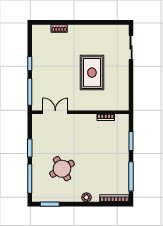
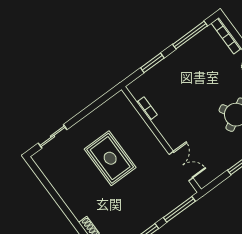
rug: (92, 73) -> (110, 158), turned 90
double door: (55, 112) -> (181, 166), swing flipped

